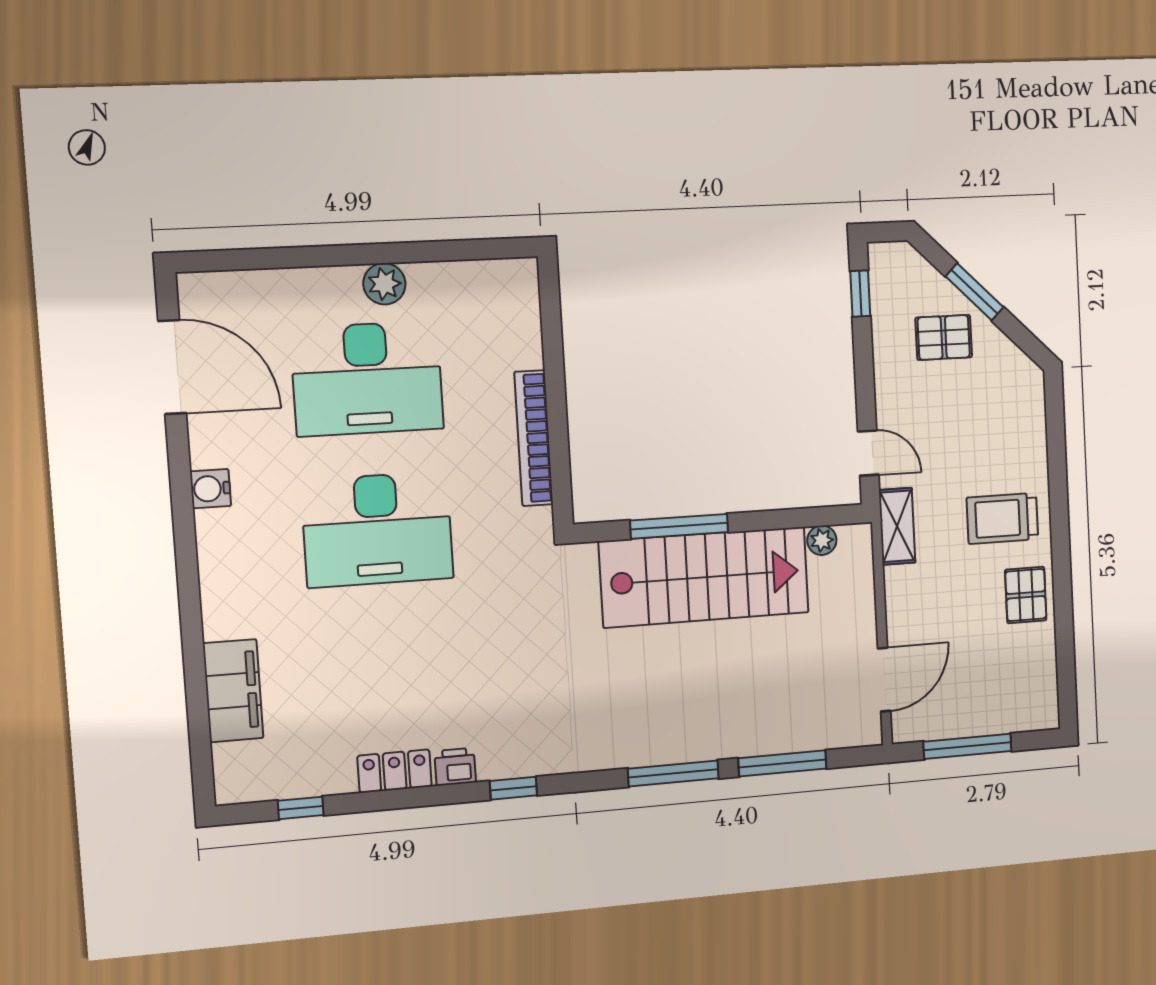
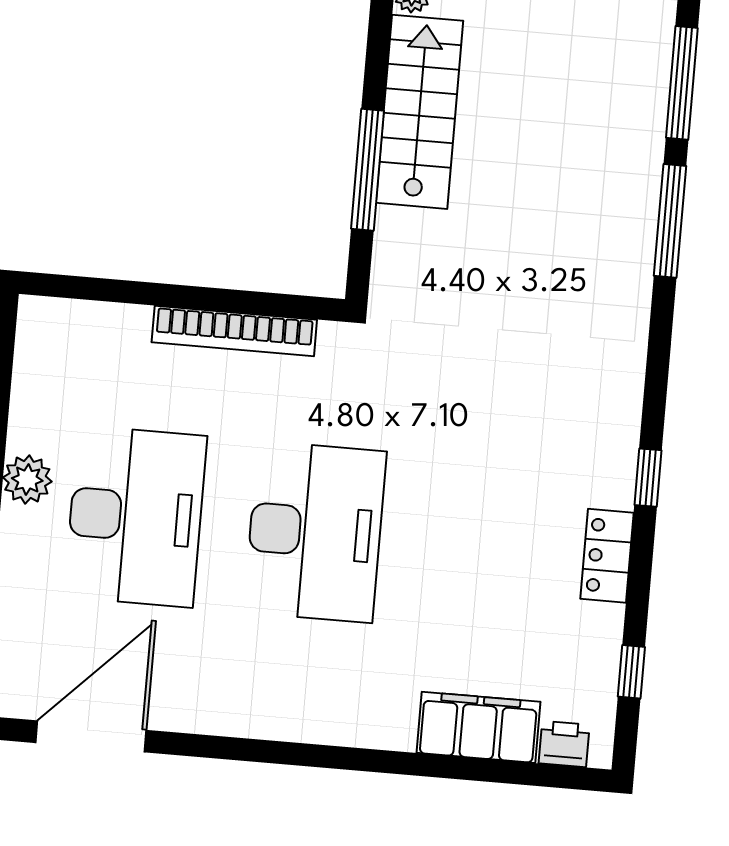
water cooler: (211, 489) -> (238, 716), removed
stairs: (704, 577) -> (420, 112), width x0.73, depth x0.66
printer: (455, 767) -> (564, 744), moved, turned 90
window: (513, 788) -> (648, 478), moved

